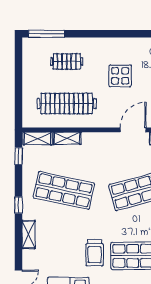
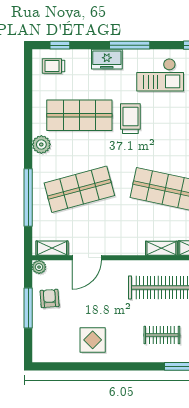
display table: (120, 76) -> (93, 340), moved

